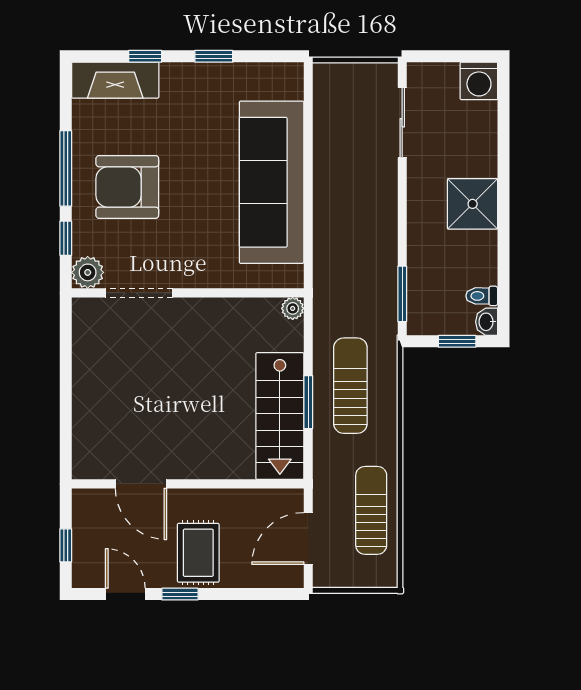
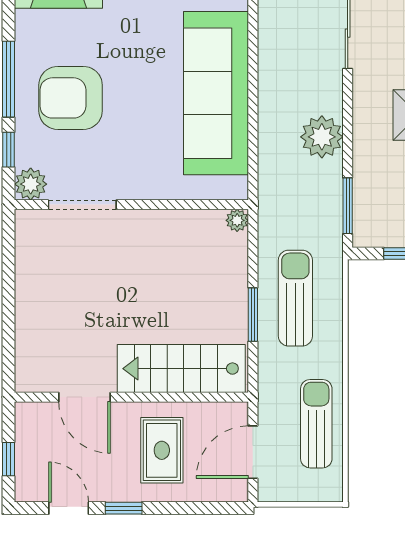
plant: (377, 226) -> (322, 137), added
stairs: (280, 416) -> (181, 369), moved, turned 90
rug: (198, 553) -> (162, 450), moved

